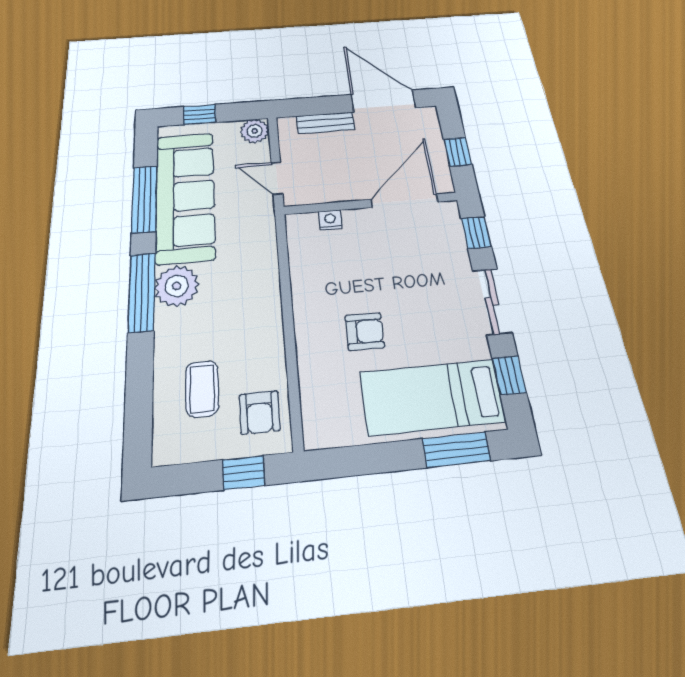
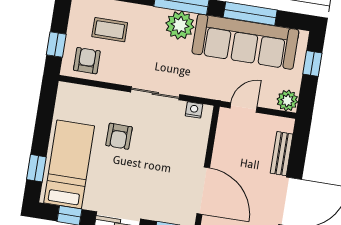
nightstand: (330, 220) -> (194, 110), moved, turned -90
sliding door: (286, 296) -> (155, 93), added
armchair: (260, 413) -> (87, 61), turned 90
window: (456, 450) -> (36, 168), width x0.67

